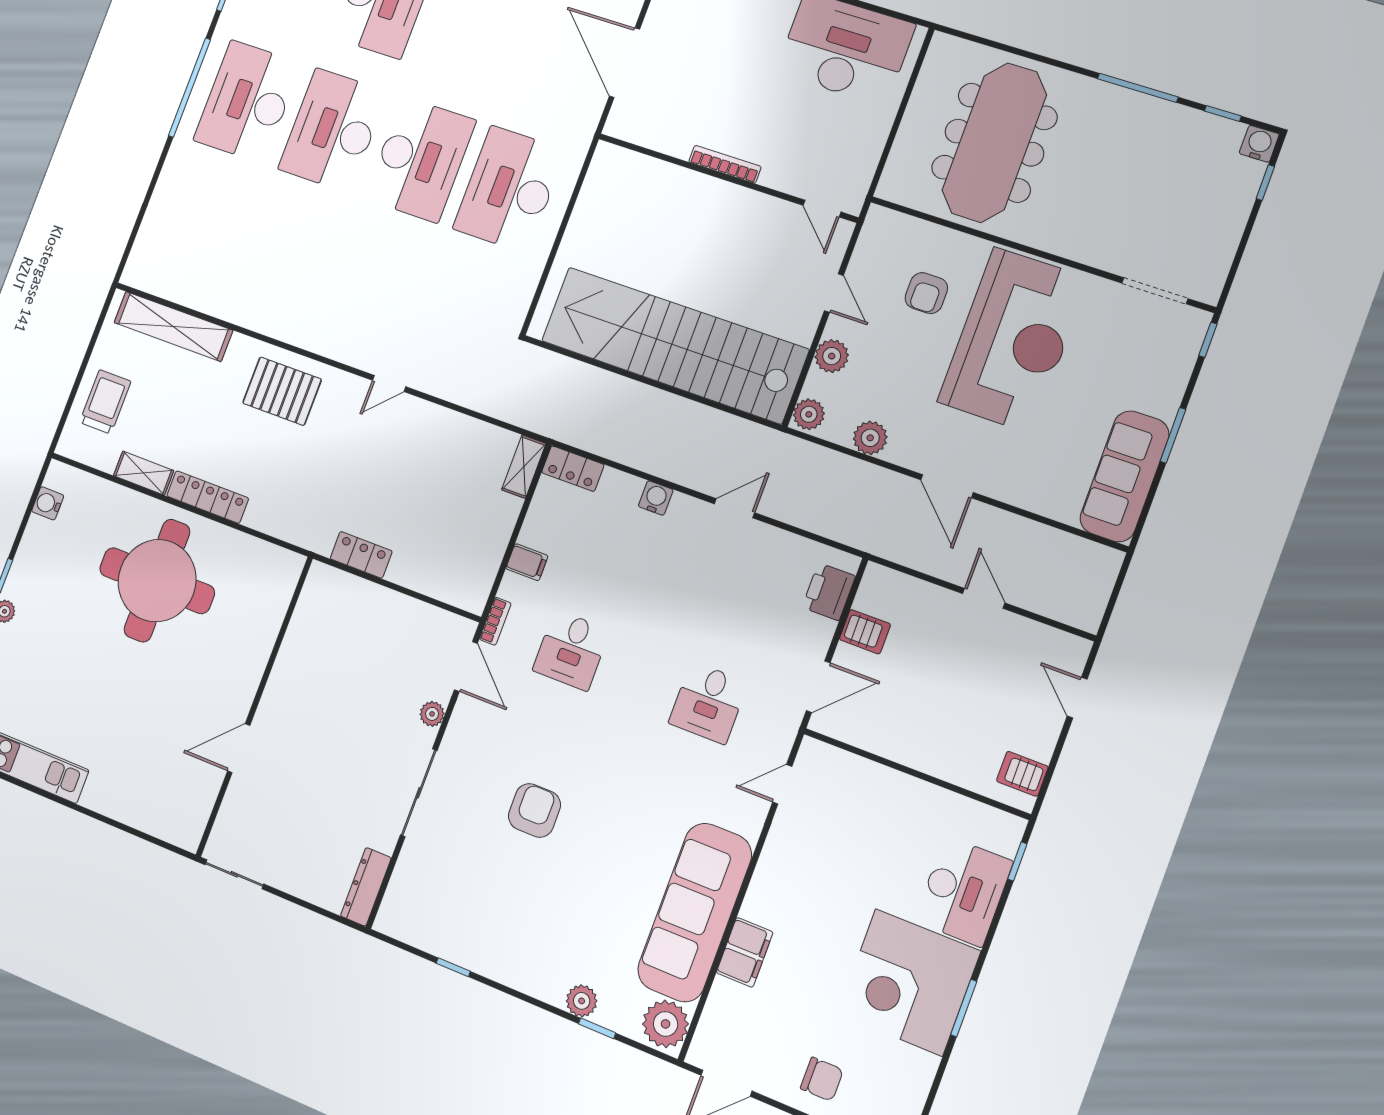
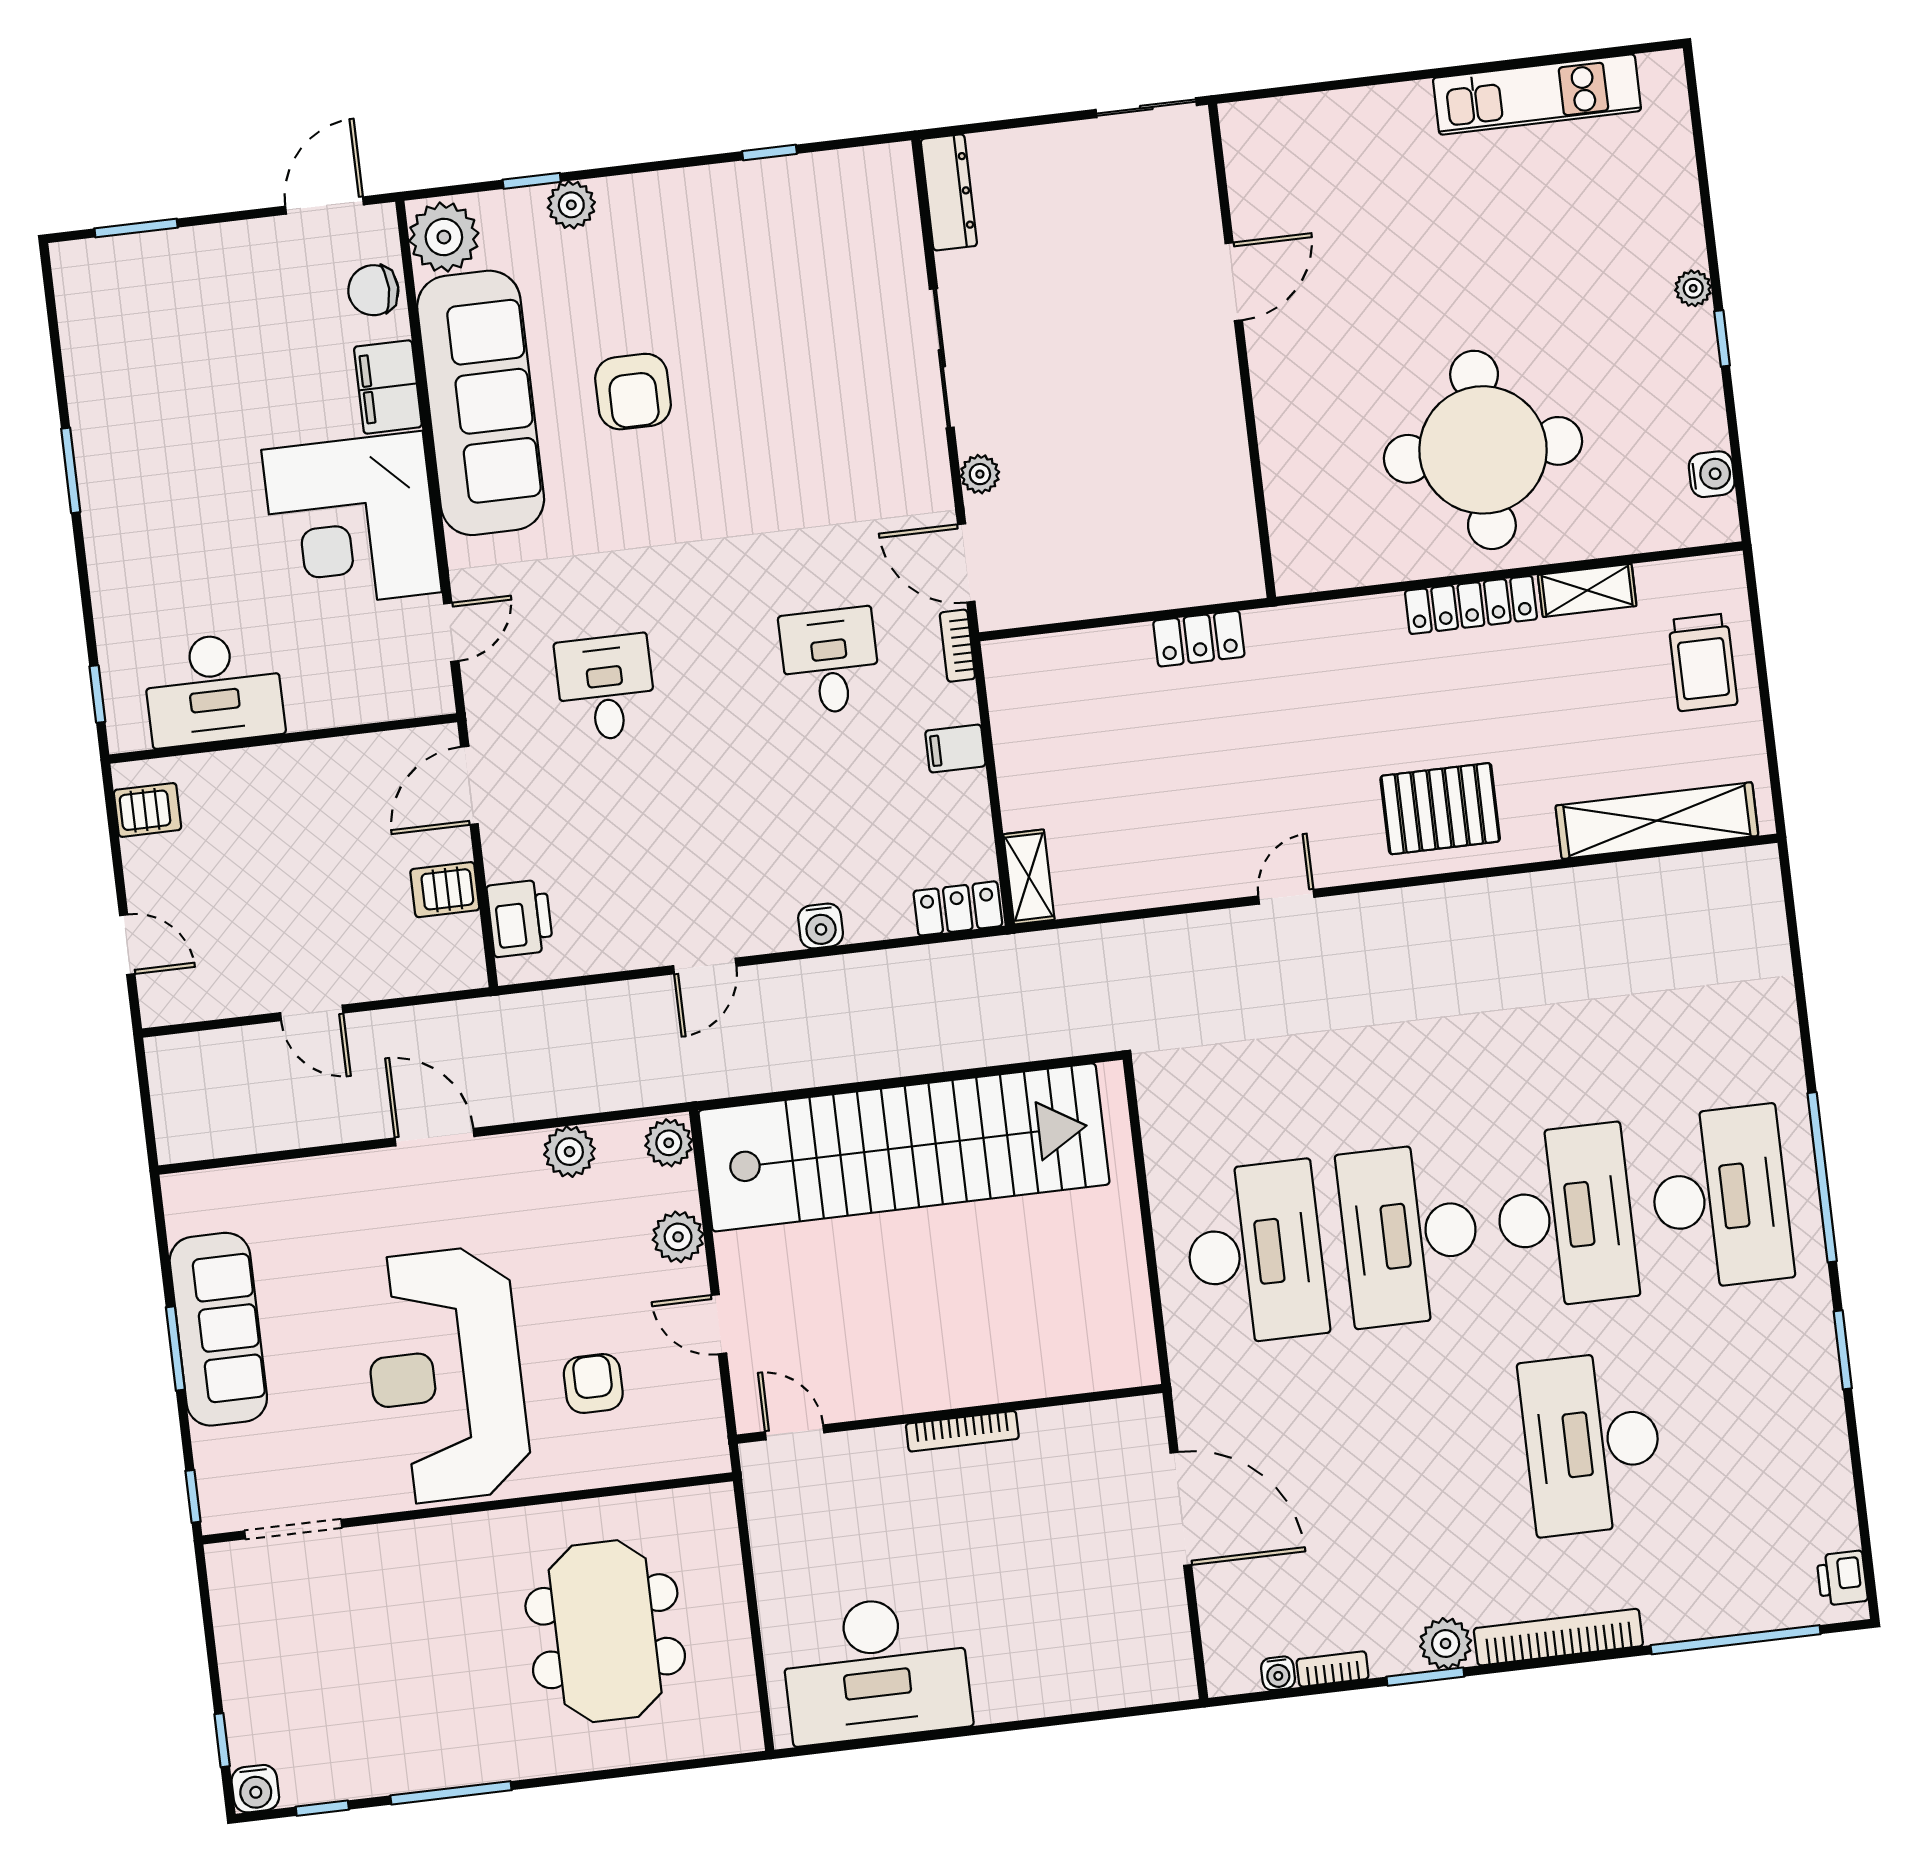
meeting table: (994, 143) -> (605, 1631), width x0.73
sofa: (1124, 476) -> (218, 1329), moved
armchair: (534, 810) -> (633, 392), moved
desk: (964, 891) -> (213, 689), moved, turned -90
corner desk: (909, 982) -> (351, 521), moved, turned 180
chair: (822, 1079) -> (373, 290), moved

